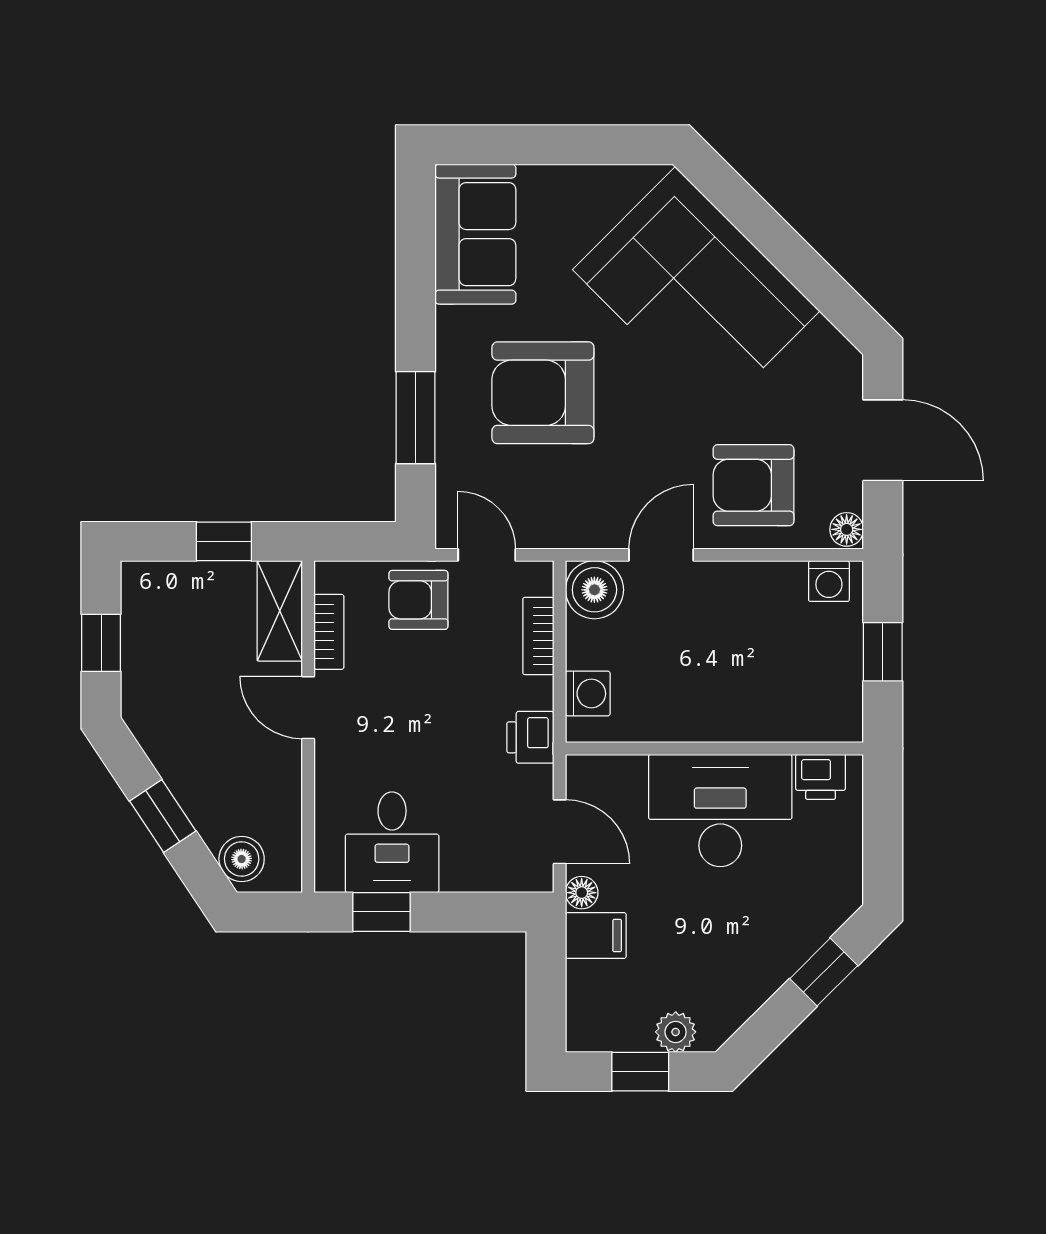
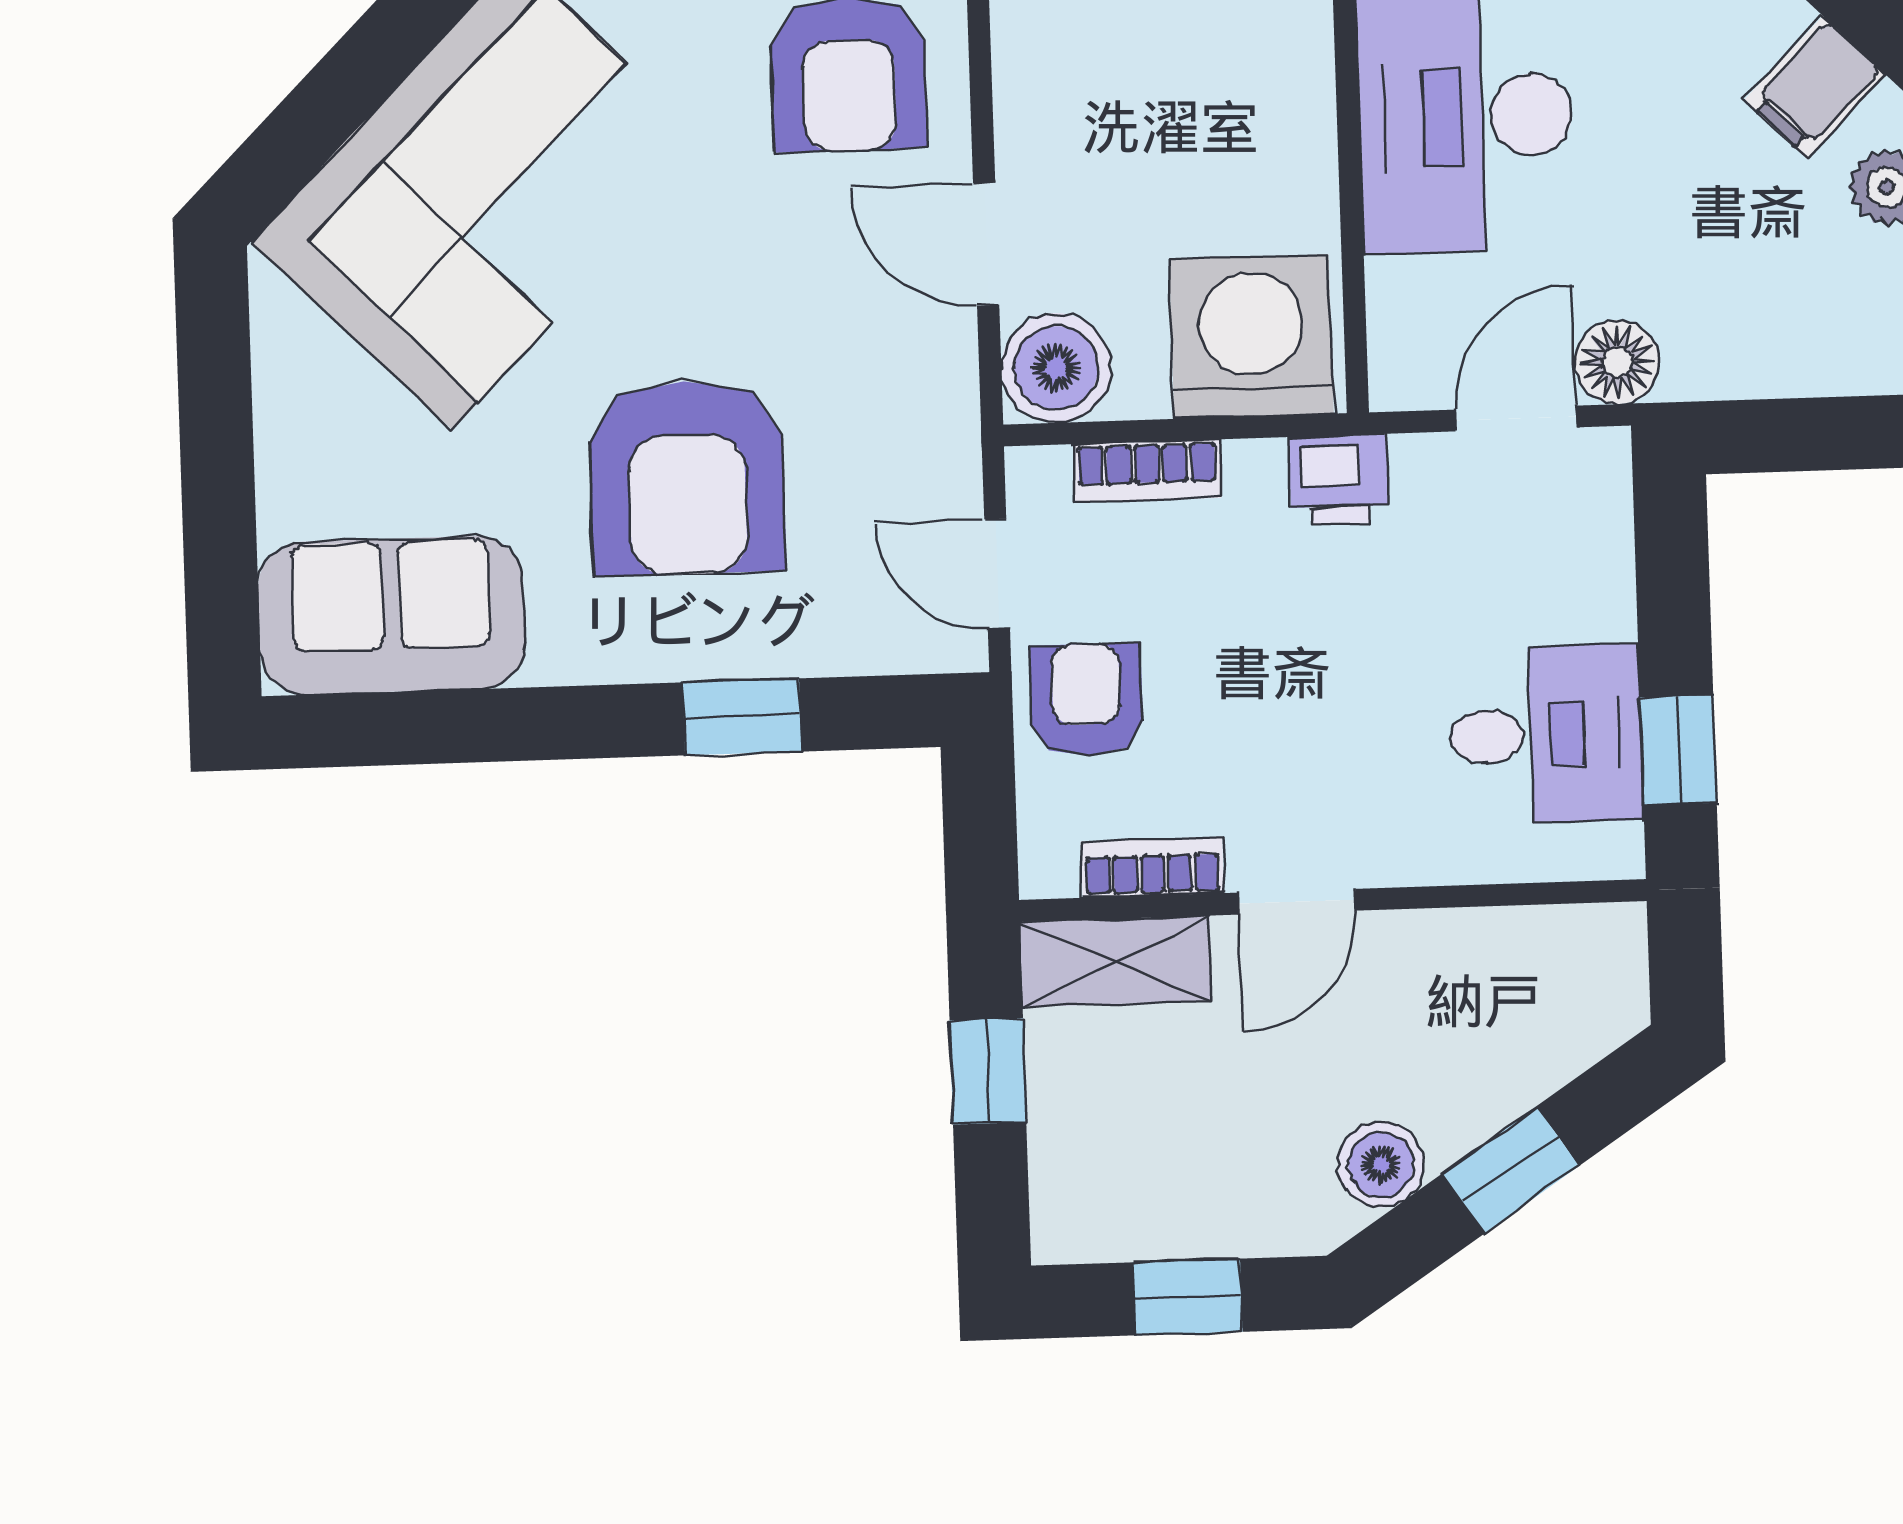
window: (415, 418) -> (742, 717), width x0.67
door: (487, 555) -> (997, 574), hinge flipped
armchair: (418, 600) -> (1086, 700), turned 180
washing machine: (588, 694) -> (1251, 337), width x1.89, depth x1.89
boiler: (242, 859) -> (1381, 1165), moved
floor lamp: (582, 893) -> (1617, 362), width x1.37, depth x1.37
filing cabinet: (596, 936) -> (1815, 87), moved, turned -135

